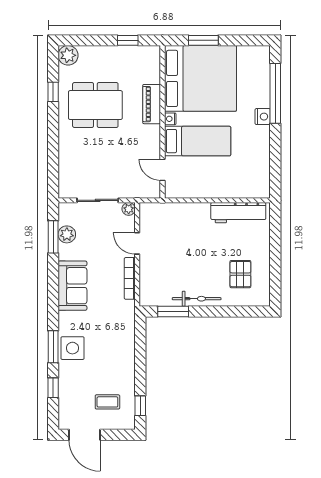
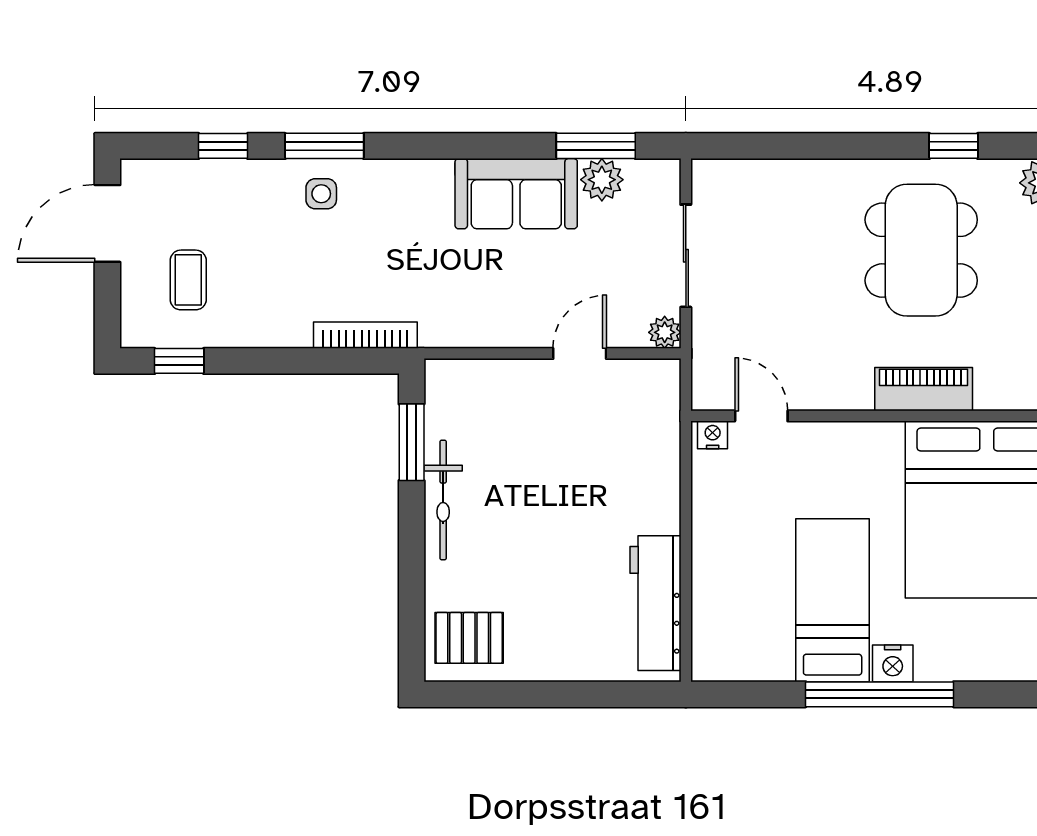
window: (275, 93) -> (880, 694), moved
nightstand: (170, 119) -> (713, 435), moved
bed: (198, 141) -> (833, 600), moved, turned 180
door: (163, 170) -> (761, 416), hinge flipped
pallet: (240, 274) -> (469, 638), moved
bookcase: (130, 278) -> (365, 335), moved
sofa: (72, 286) -> (516, 194), moved
side table: (72, 348) -> (321, 194), width x0.54, depth x0.54

